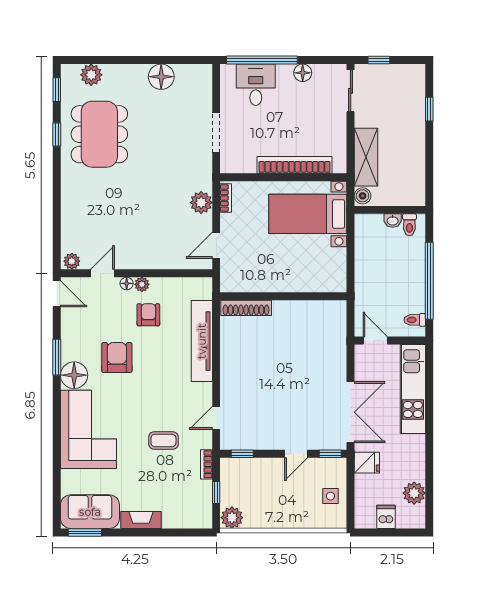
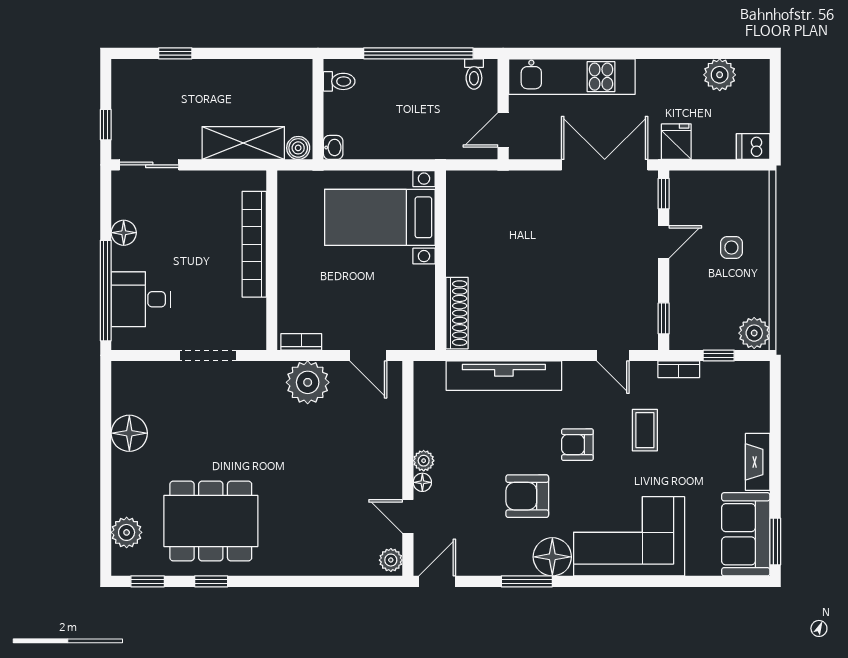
plant: (201, 203) -> (308, 382), width x1.36, depth x1.36
bed with nightstands: (308, 214) -> (380, 217), moved, turned 90
washbasin: (393, 221) -> (333, 147), moved
armchair: (148, 315) -> (577, 445), moved
door: (296, 454) -> (664, 242), hinge flipped
side table: (330, 496) -> (731, 248), moved
dishwasher: (386, 517) -> (753, 147), moved

